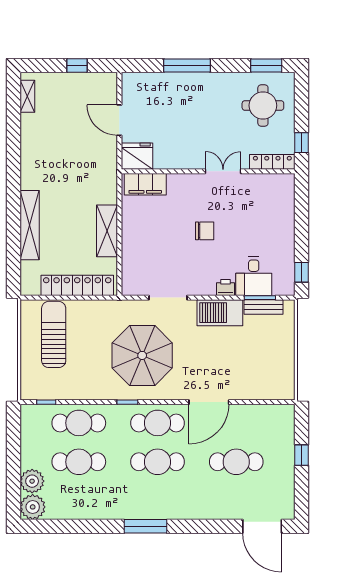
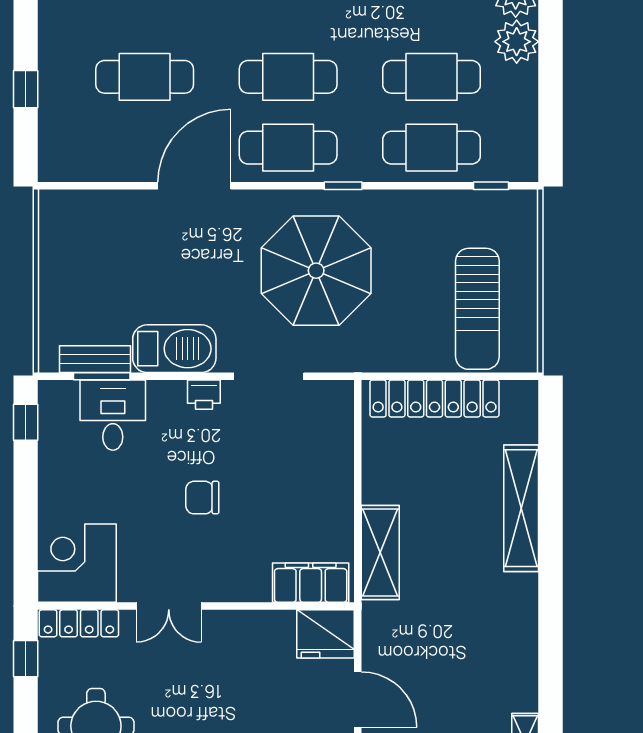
corner desk: (273, 195) -> (77, 563), added
shelving: (107, 231) -> (380, 553), moved
printer: (226, 287) -> (204, 395), moved

